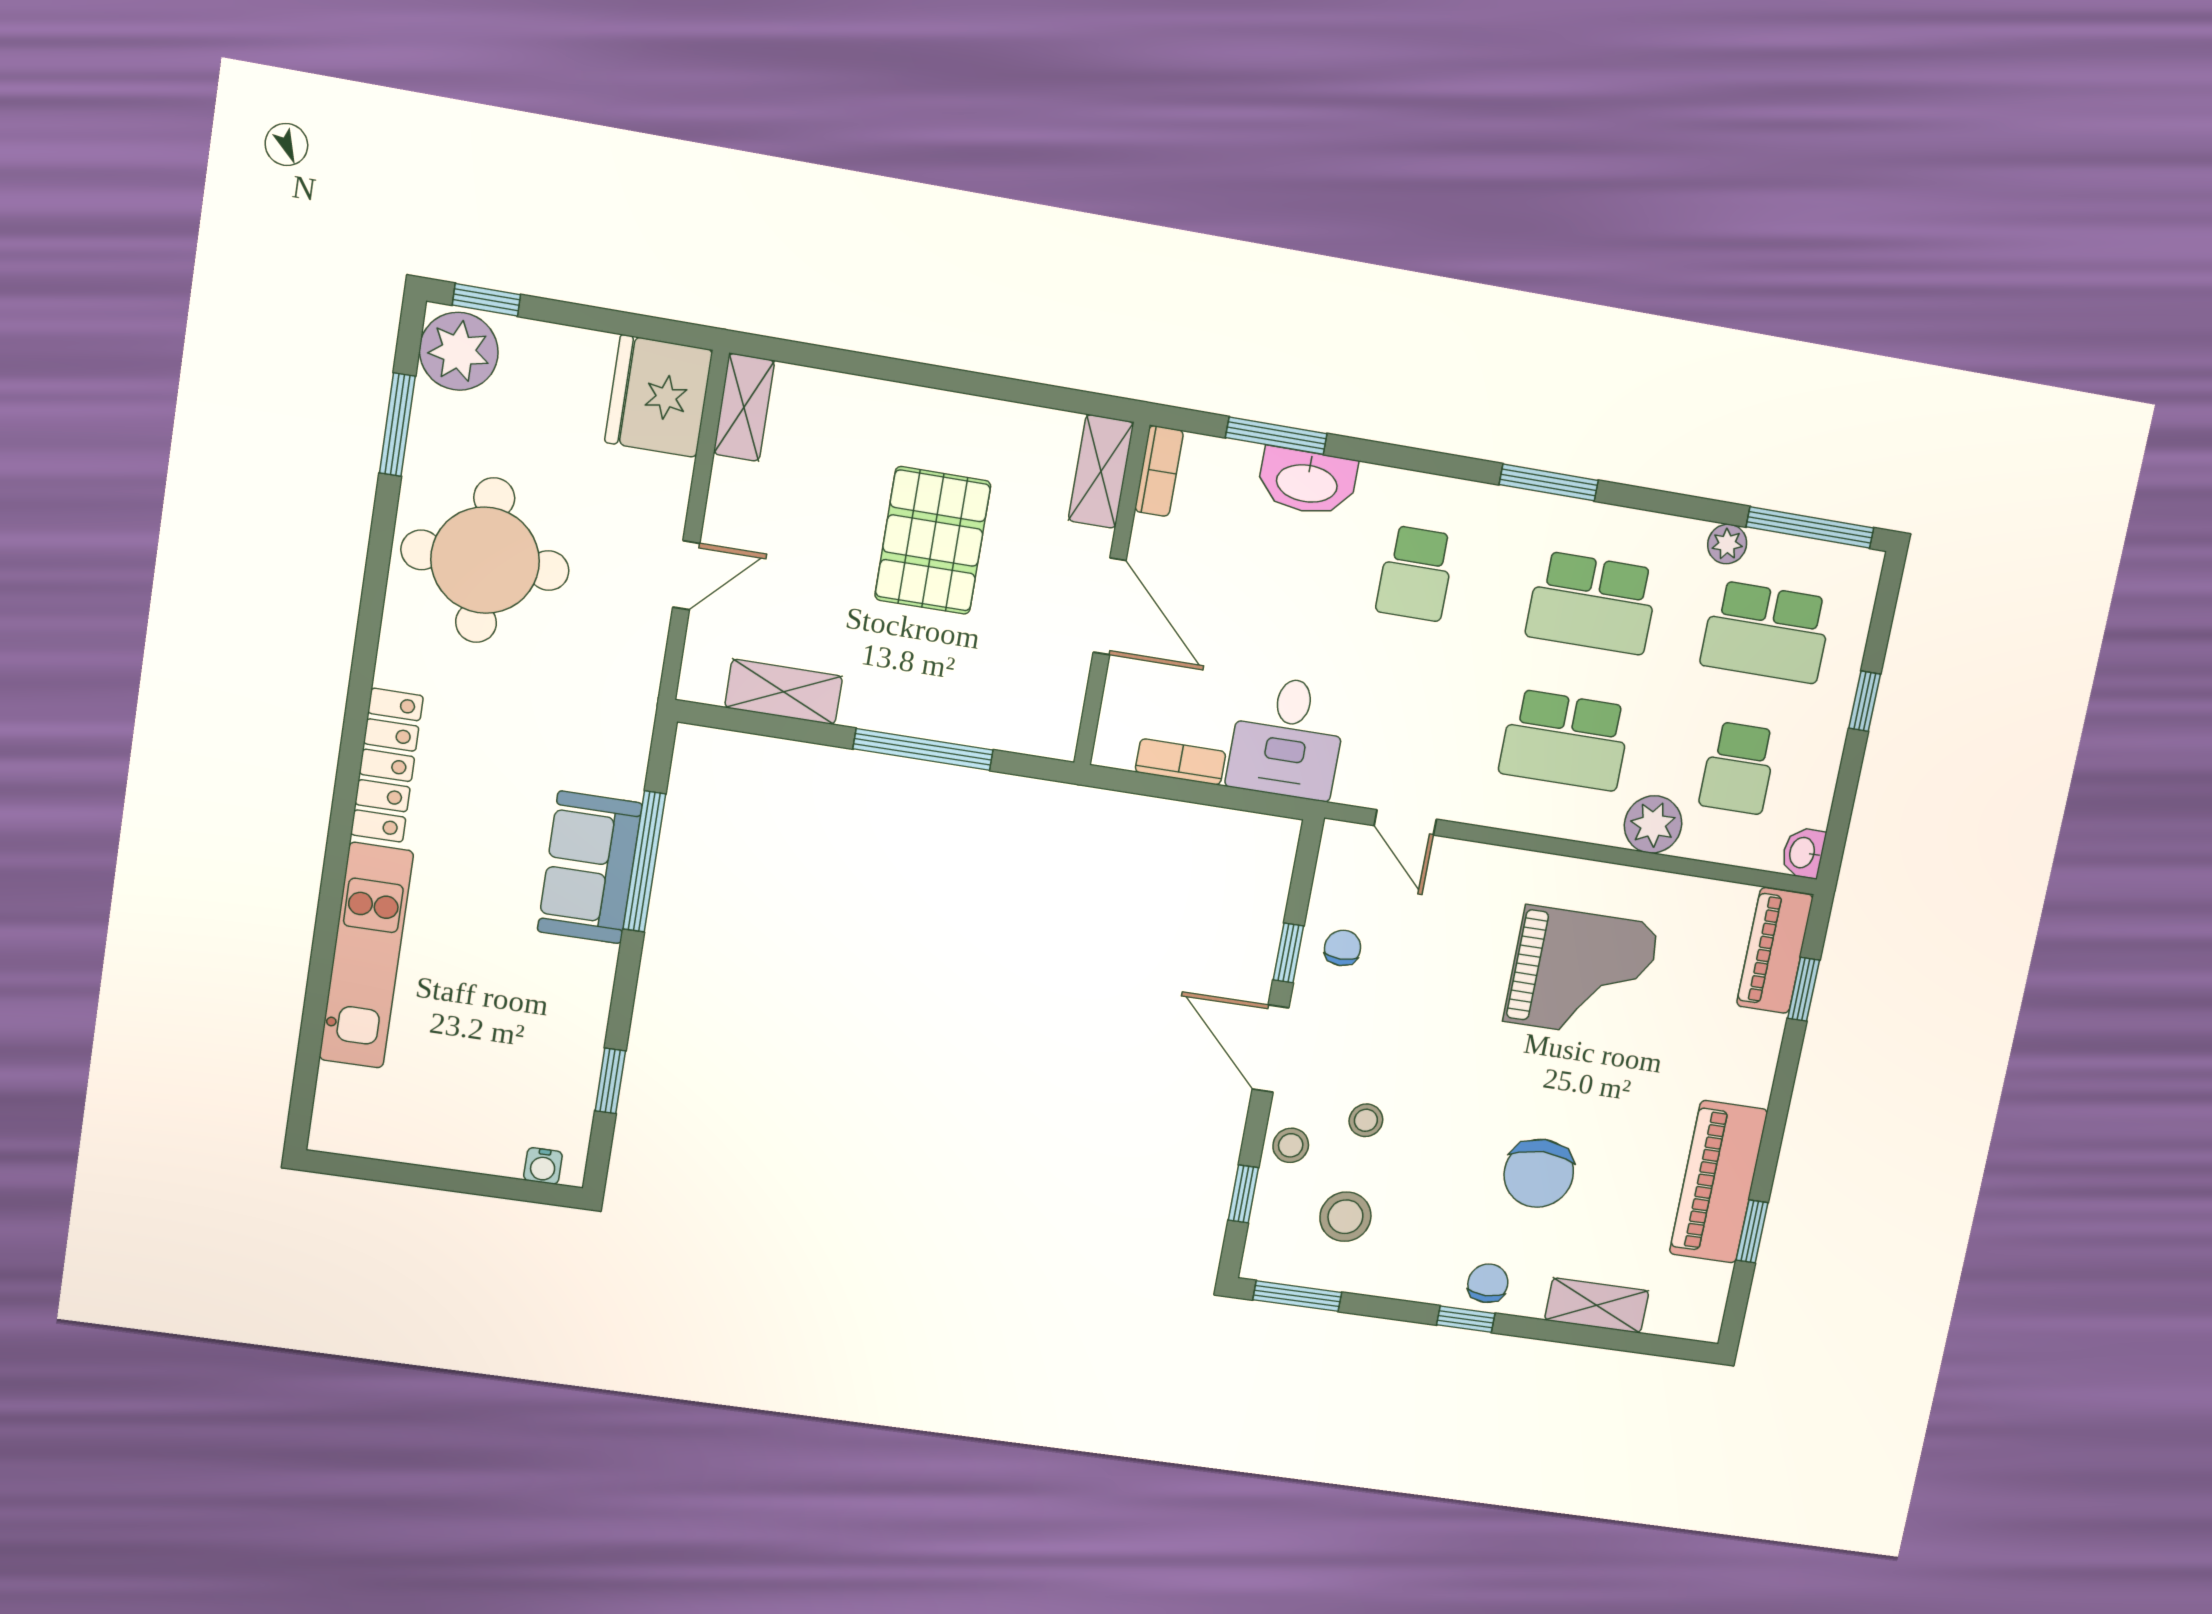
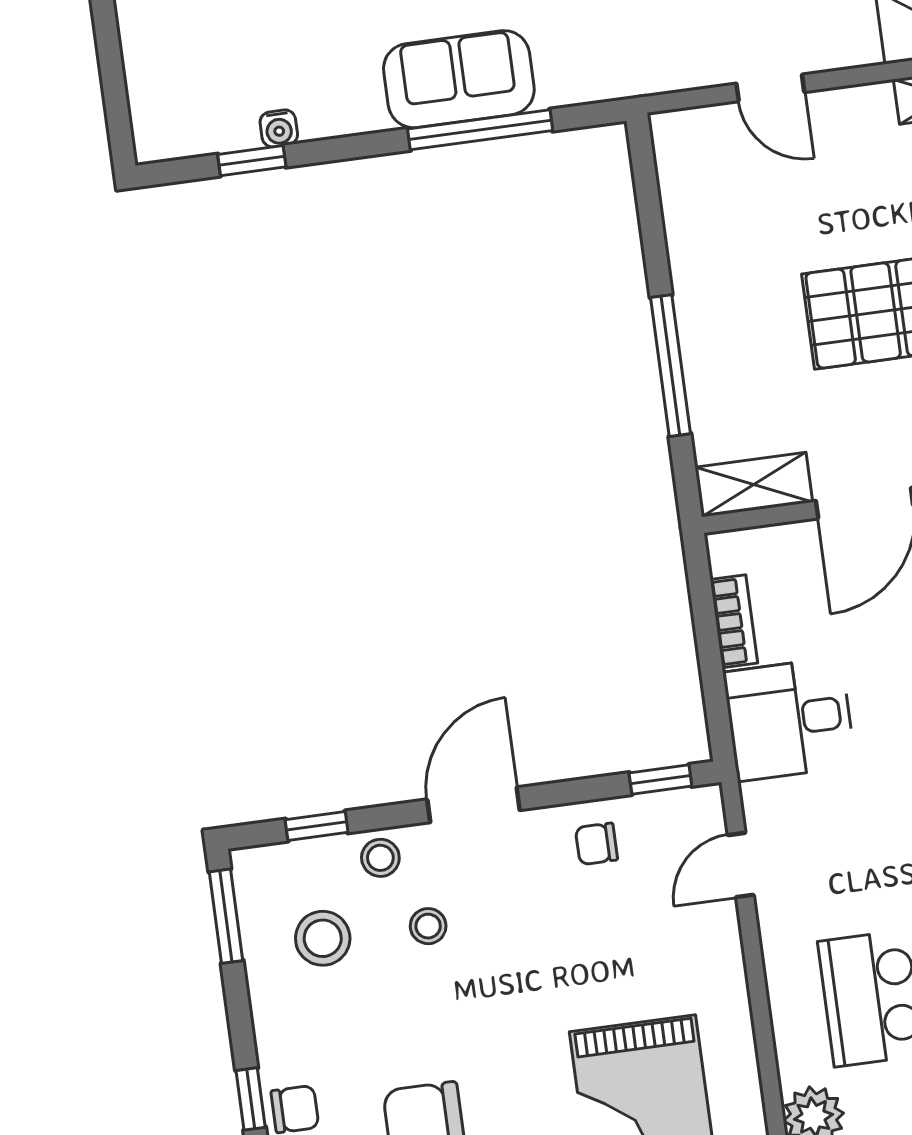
shelving: (784, 692) -> (754, 485), moved, turned 90
chair: (1343, 948) -> (596, 844), turned 180
window: (1288, 953) -> (660, 780), moved
water cooler: (543, 1166) -> (279, 128), moved, turned -90

